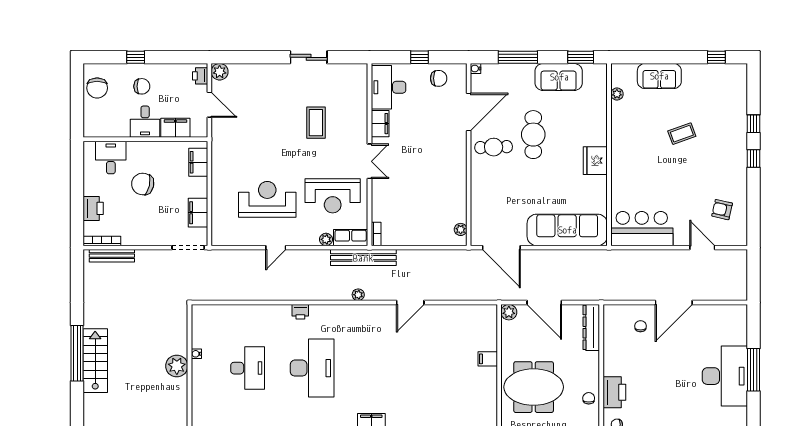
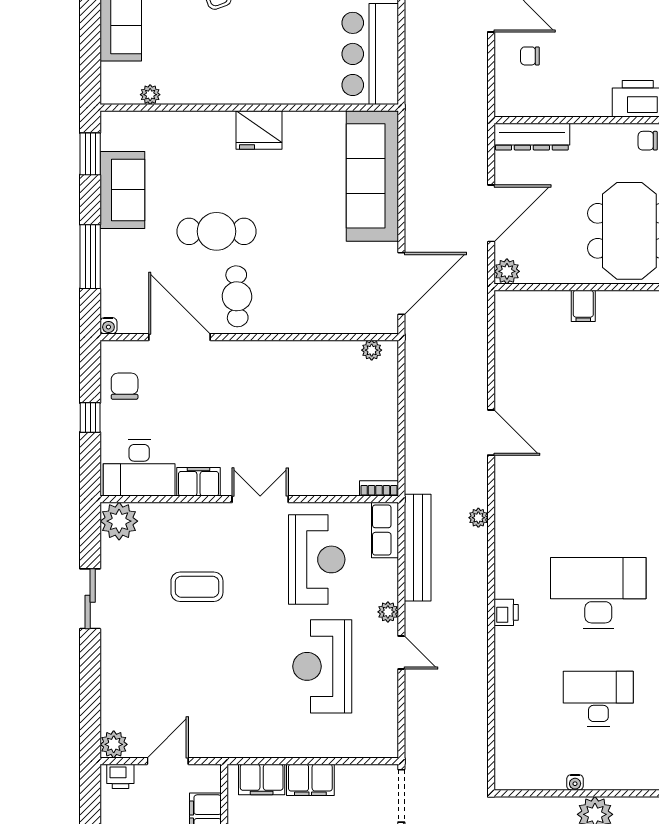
plant: (356, 75) -> (119, 521), added
filing cabinet: (198, 213) -> (310, 780), moved
plant: (326, 239) -> (388, 612), moved
bench: (363, 258) -> (418, 548), moved

